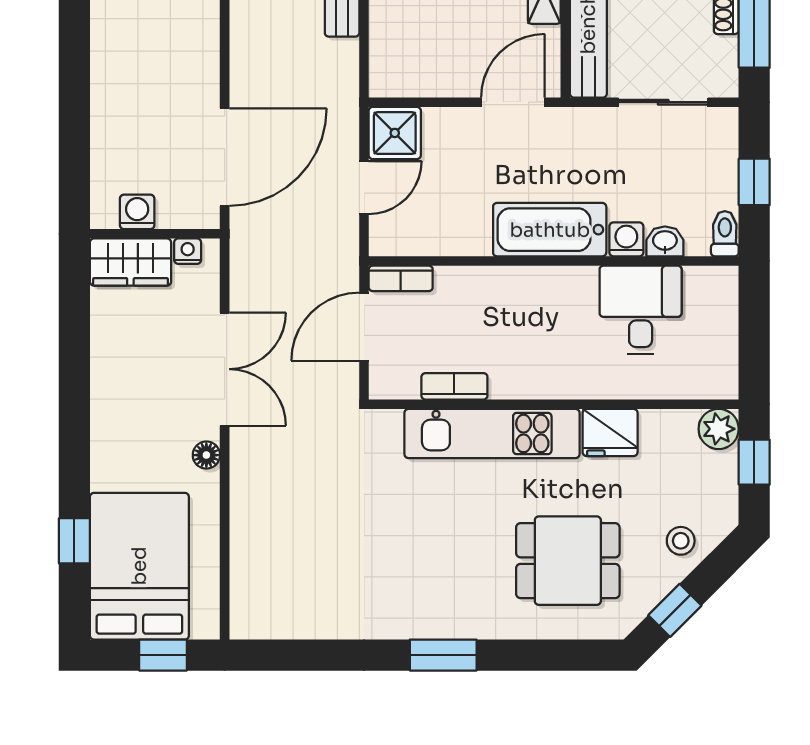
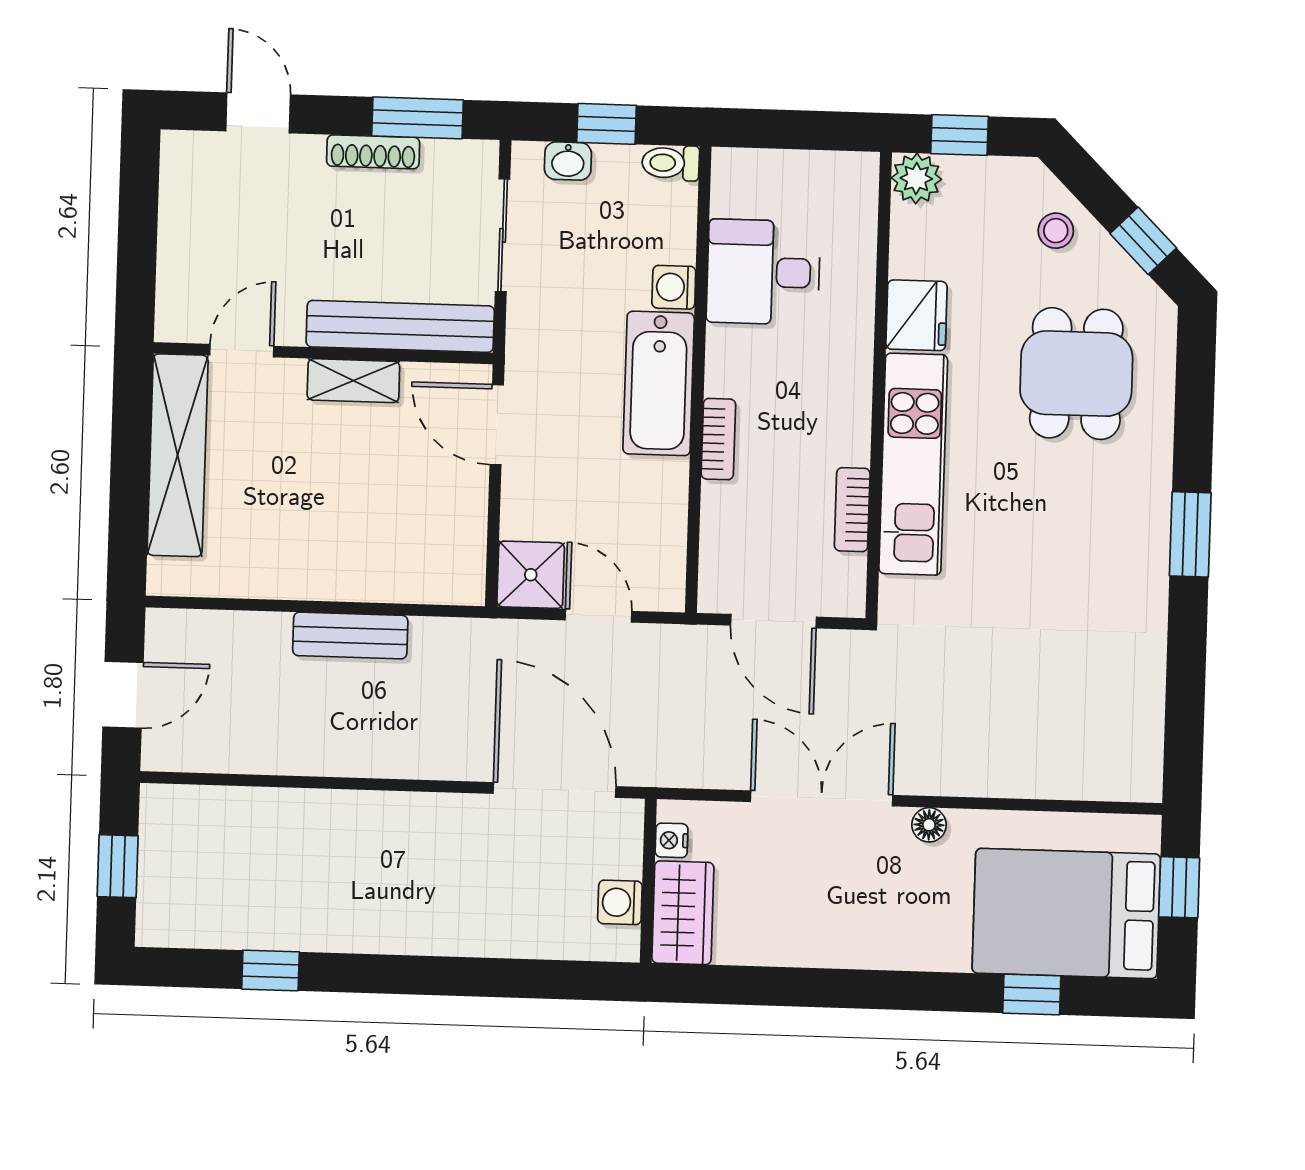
washbasin: (665, 241) -> (568, 161), moved, turned -90
bookcase: (401, 278) -> (718, 439), moved

